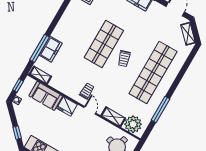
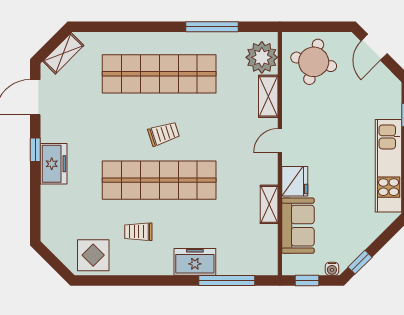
shop shelf: (104, 44) -> (159, 180), width x1.40
freezer: (51, 49) -> (195, 262), moved
shelving: (40, 75) -> (269, 204), moved
trolley: (87, 91) -> (138, 232), moved
window: (17, 133) -> (360, 262), moved

